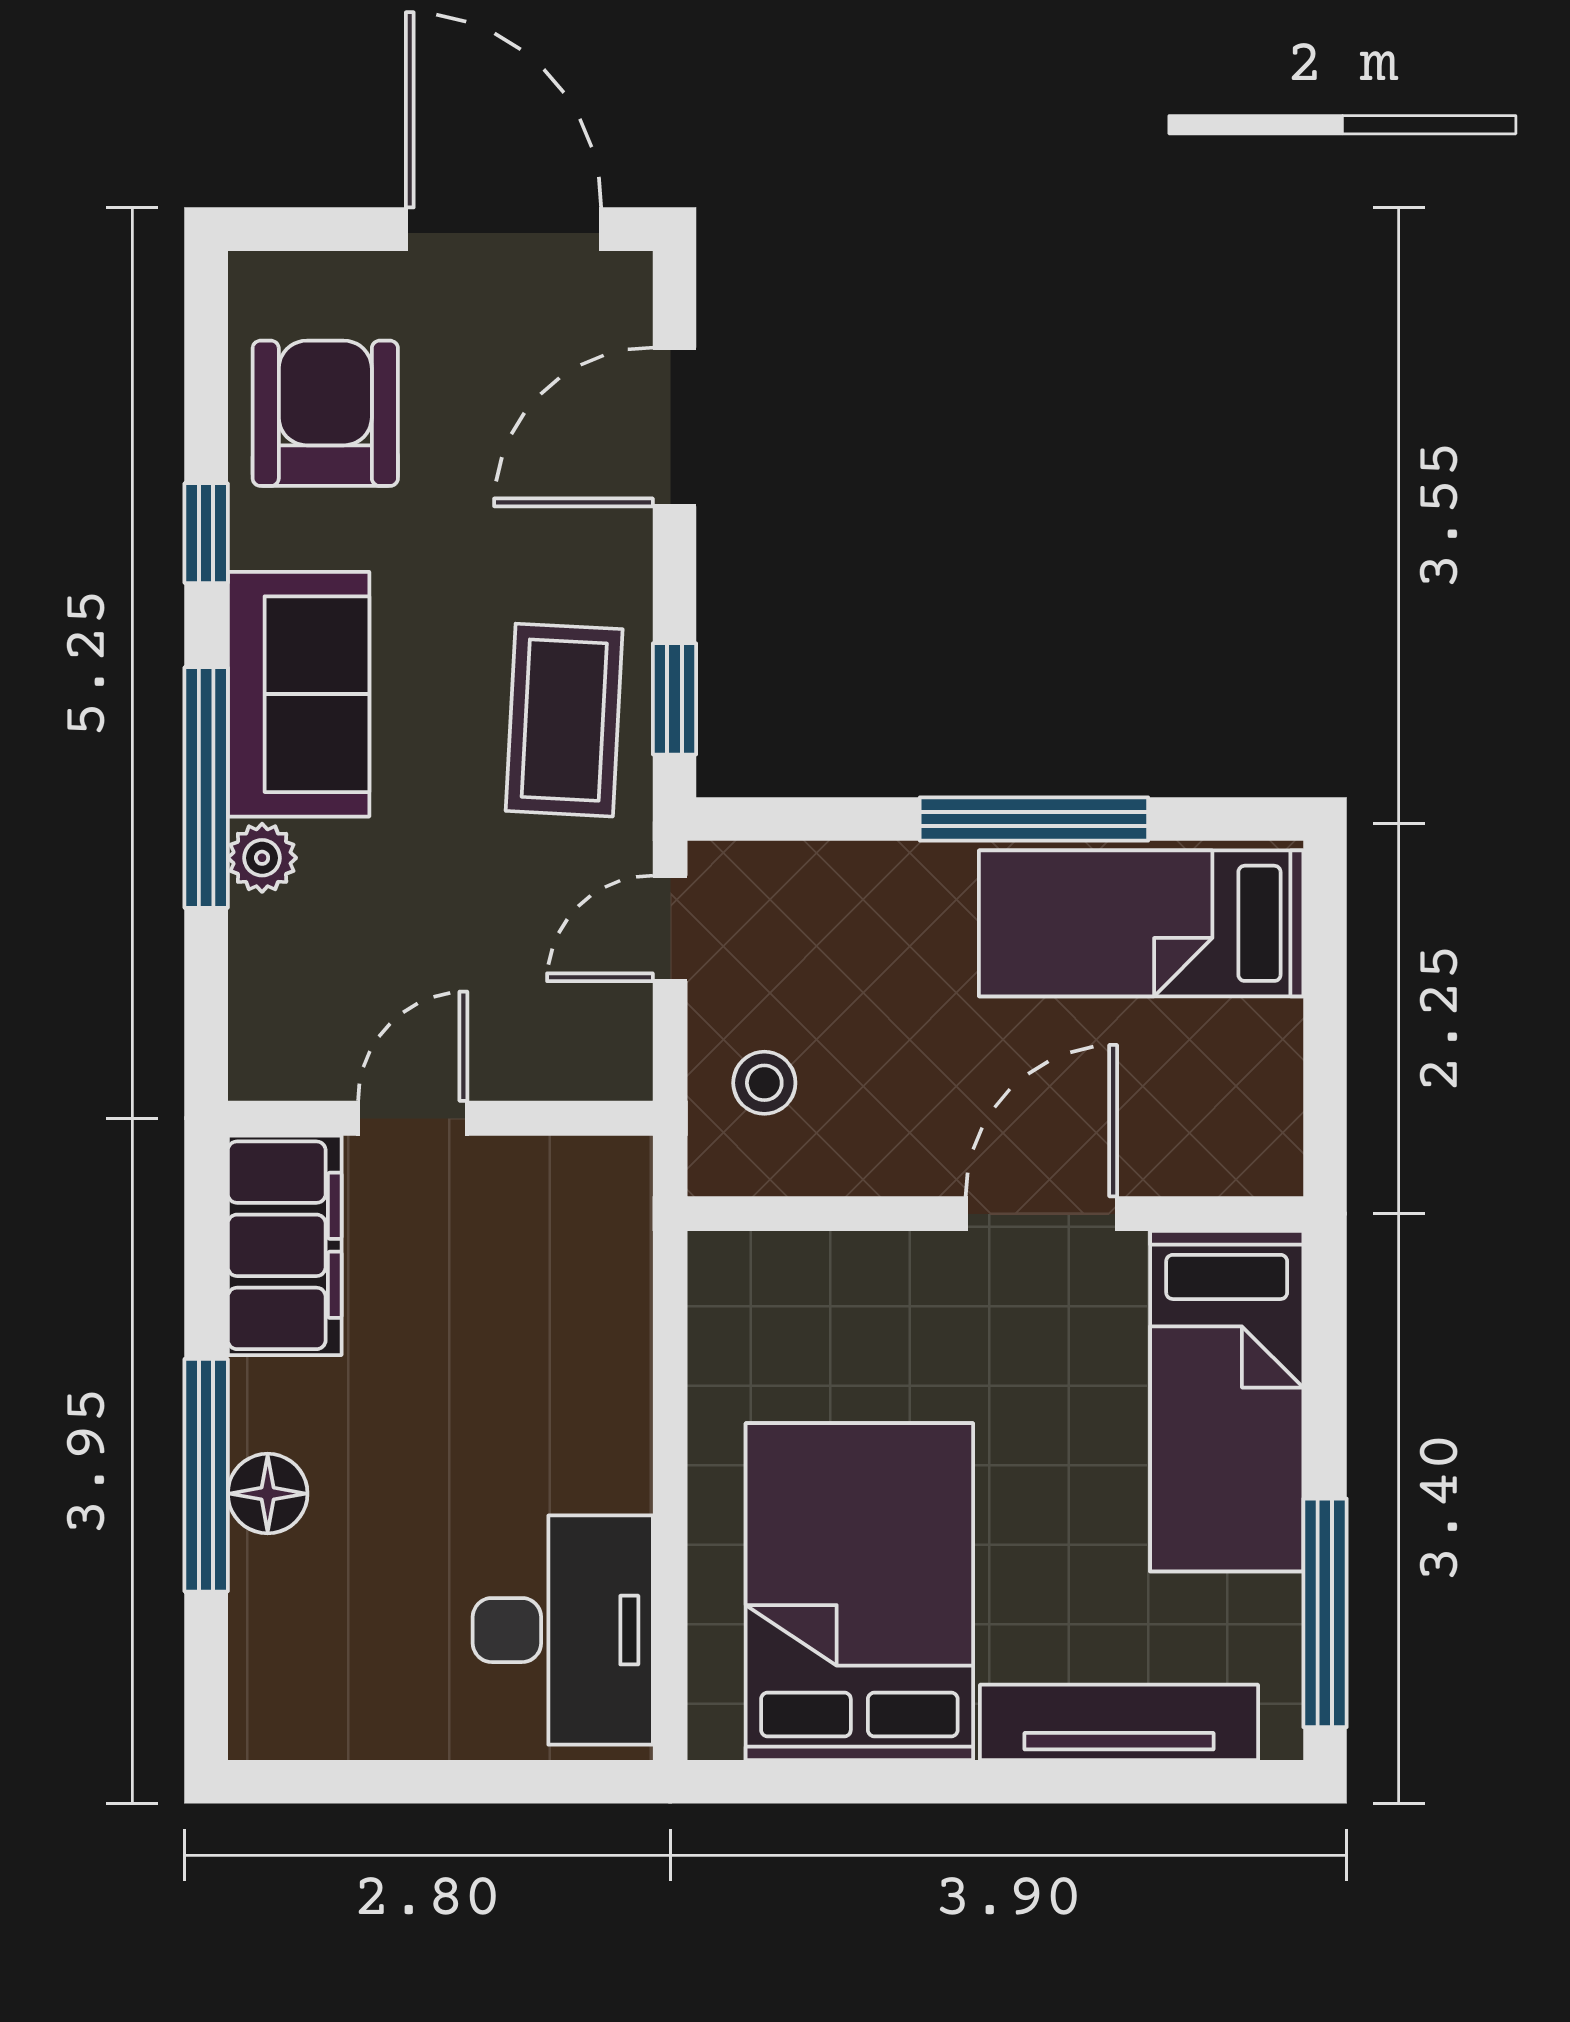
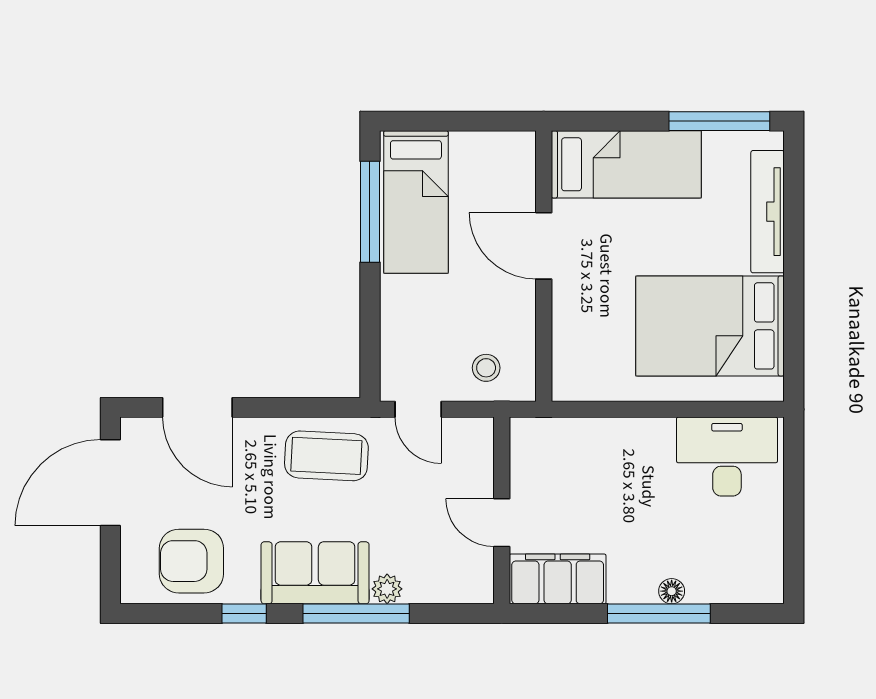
window: (674, 699) -> (317, 407), removed
window: (1034, 819) -> (370, 212), moved
floor lamp: (268, 1494) -> (672, 591), width x0.73, depth x0.73

